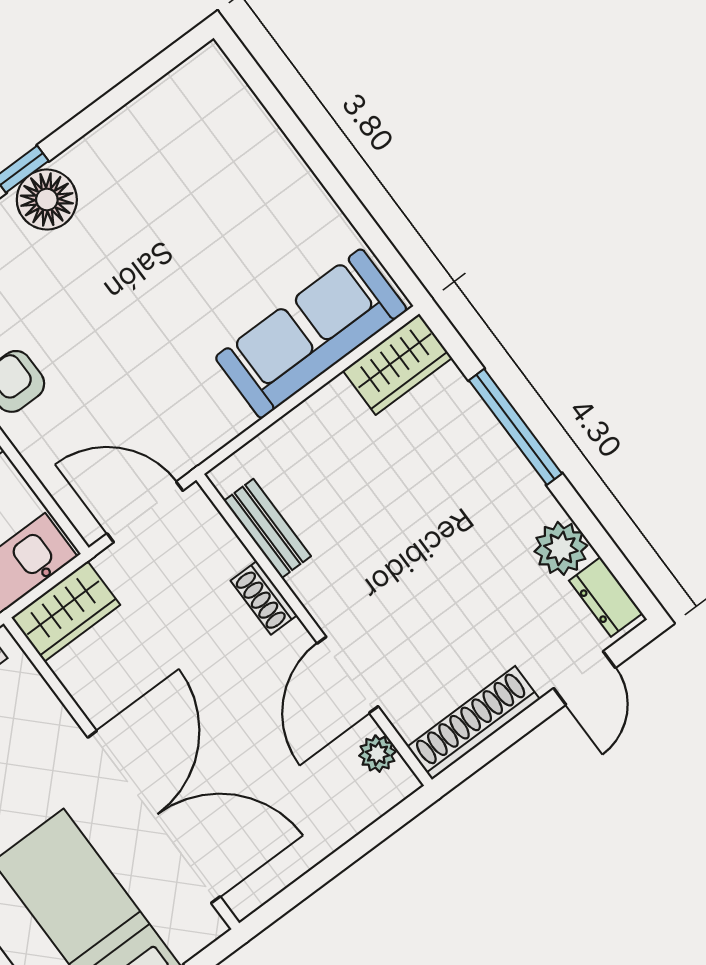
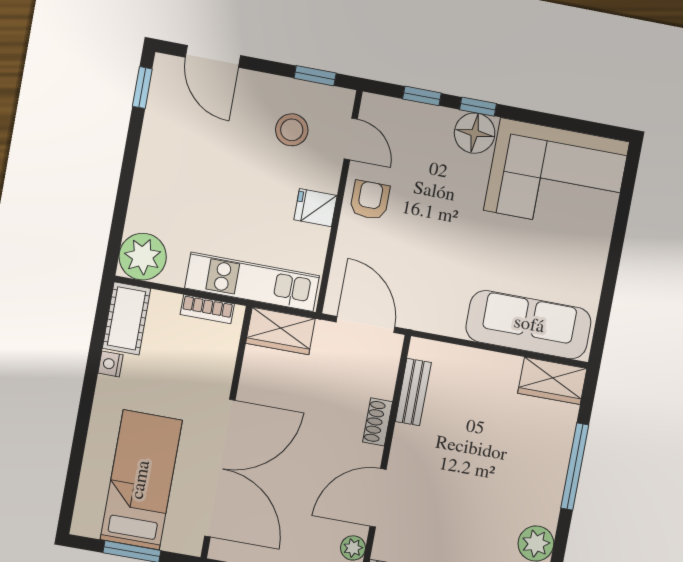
corner sofa: (177, 153) -> (557, 176), added

